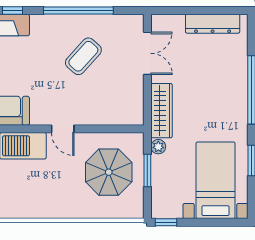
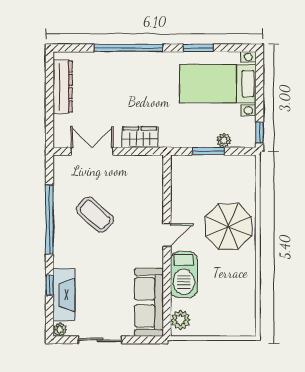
wardrobe: (162, 111) -> (140, 137), width x0.67
plant: (158, 147) -> (224, 140), moved
parasol: (109, 172) -> (228, 226), moved

